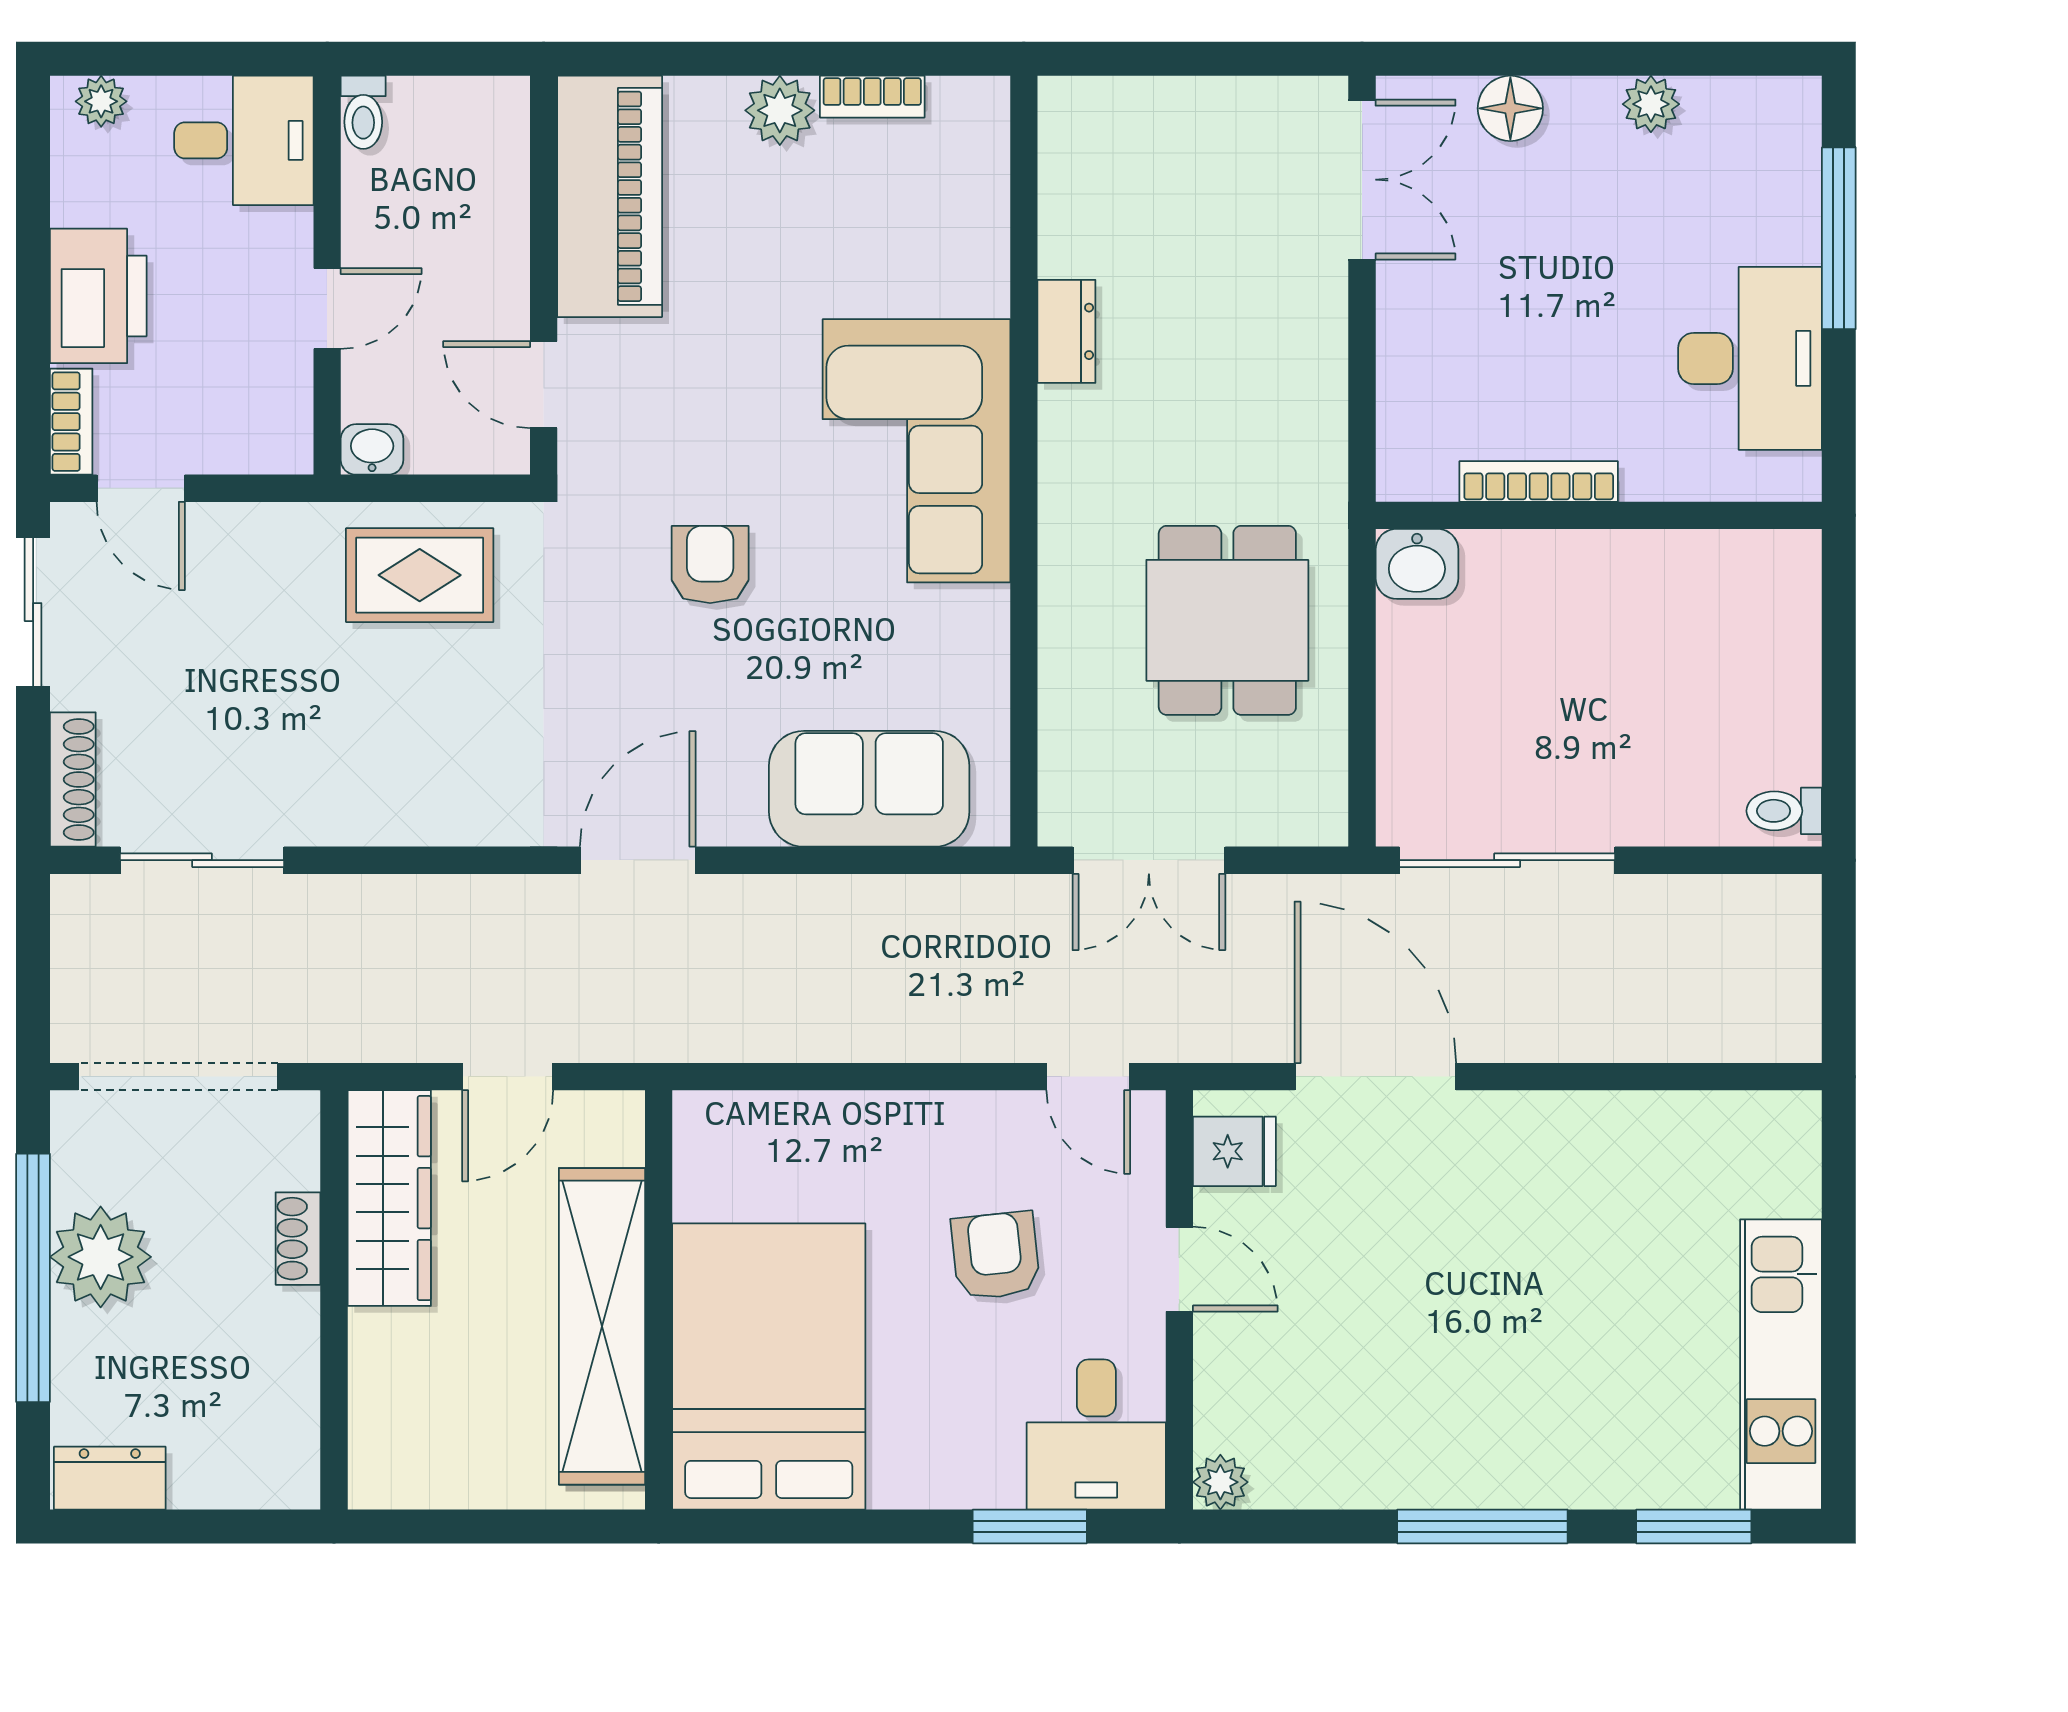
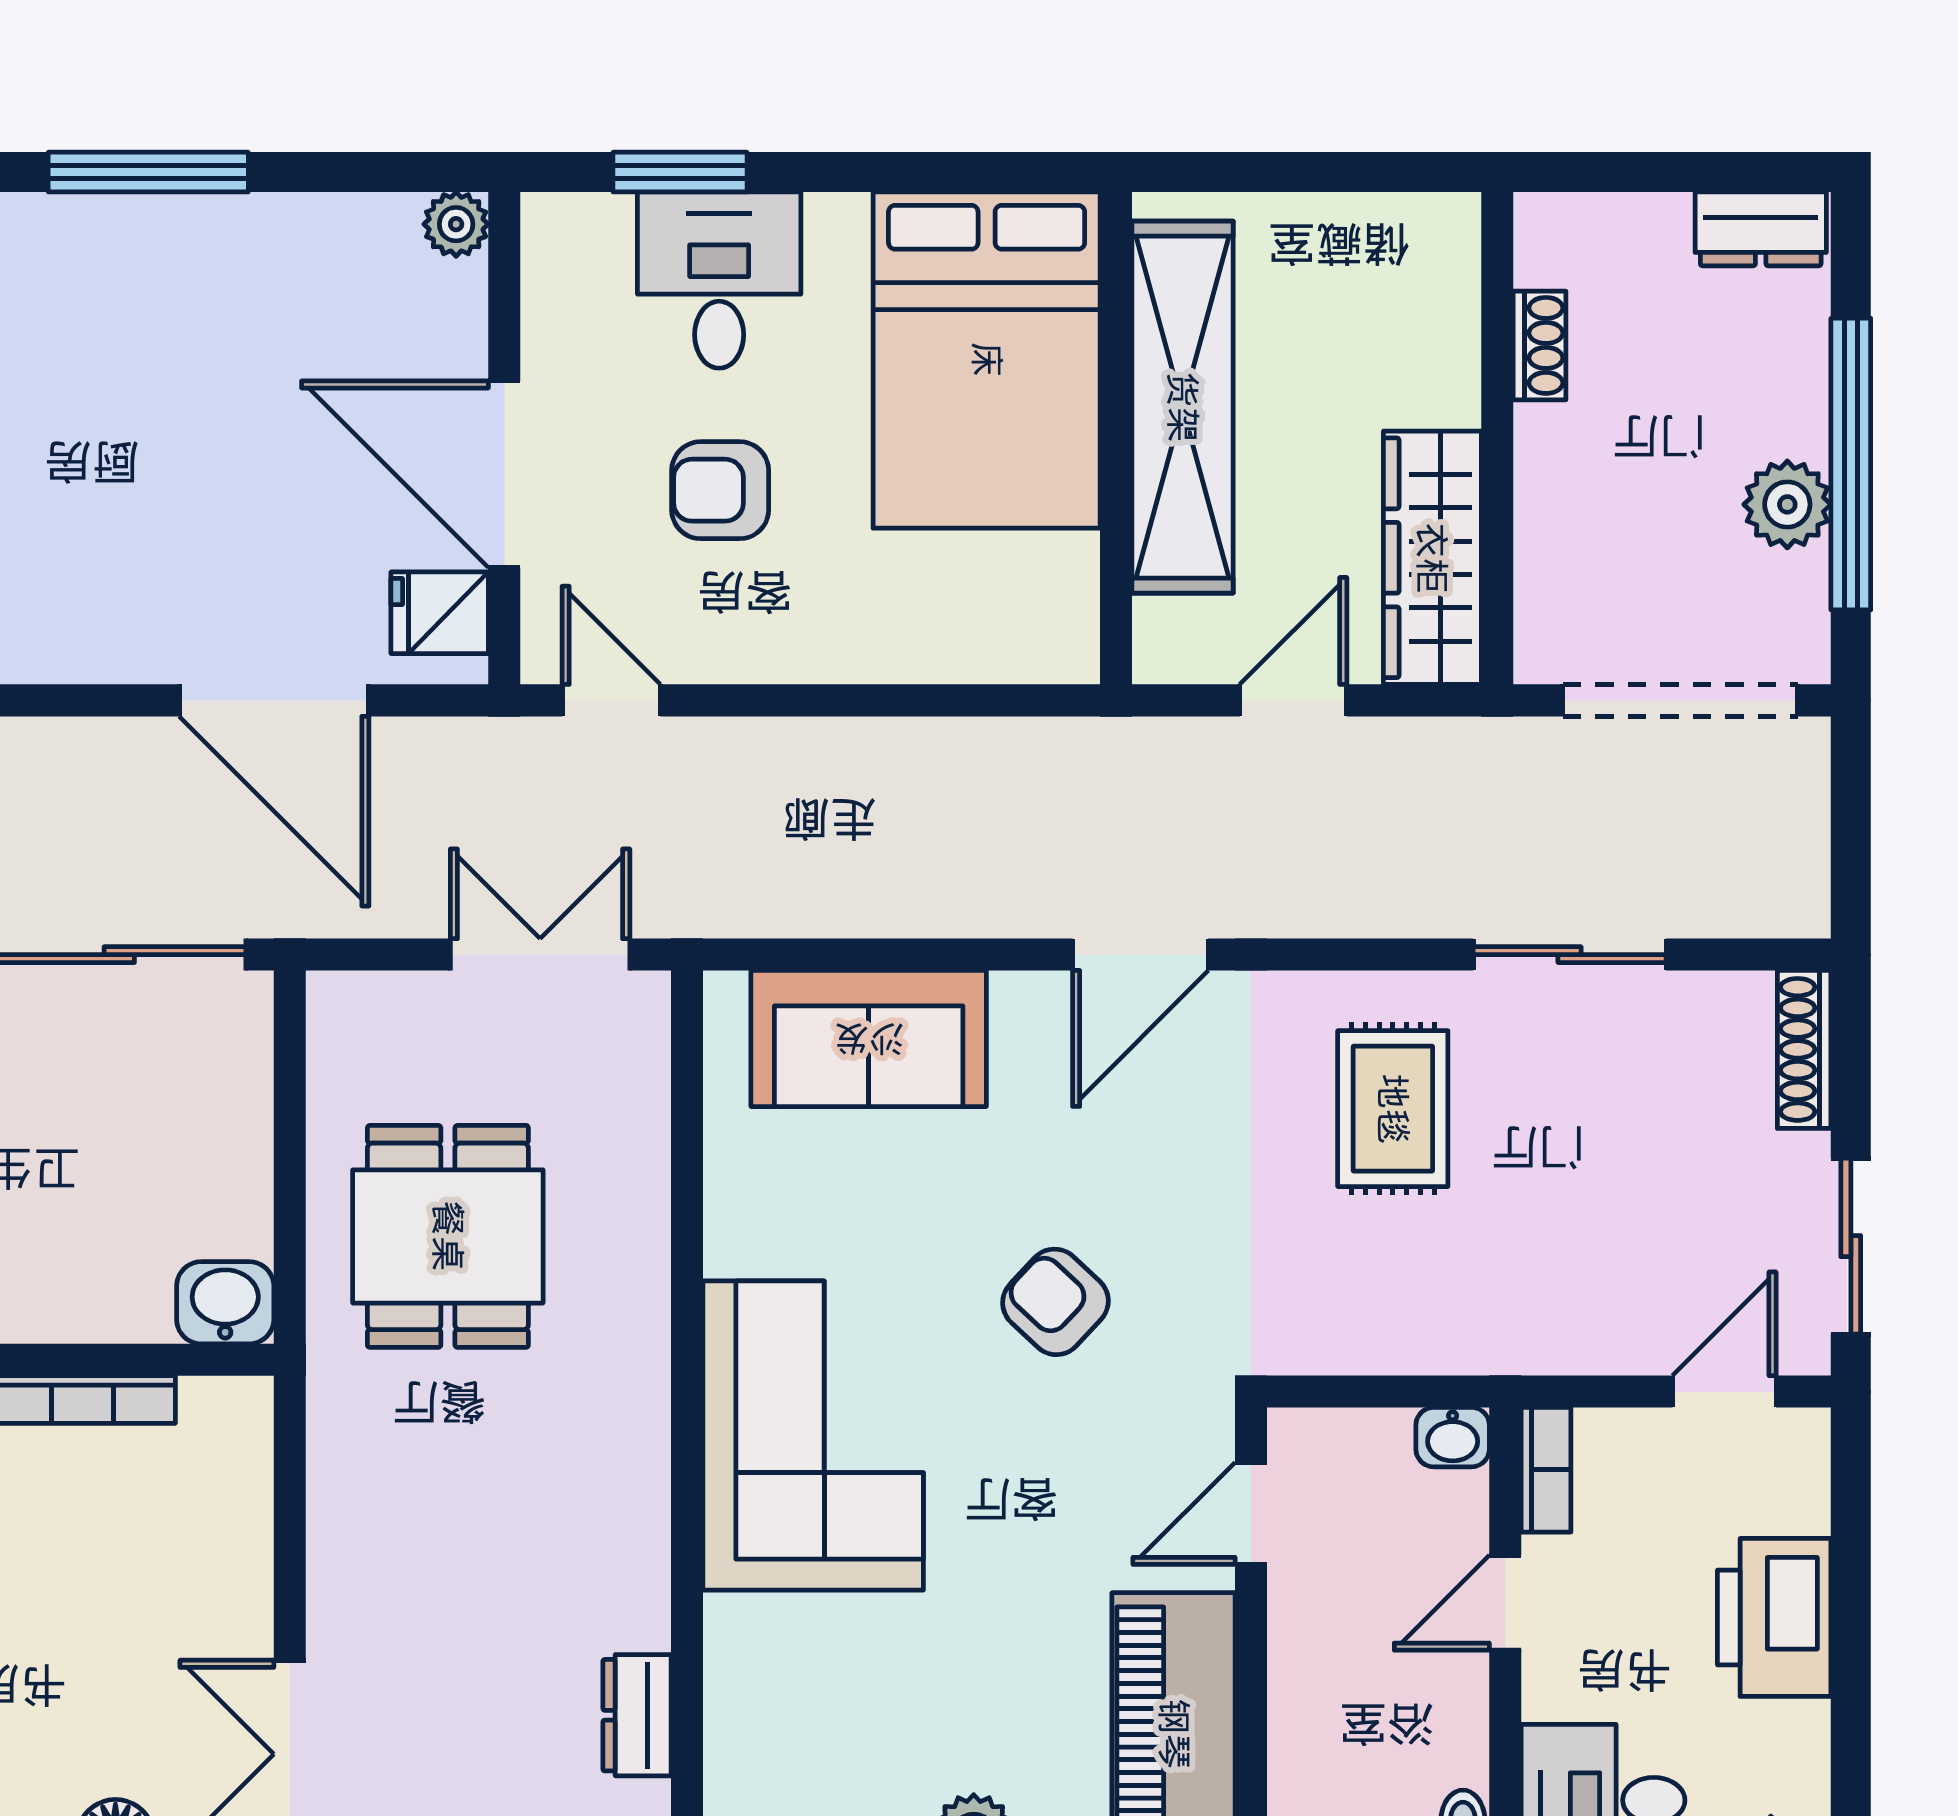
dresser: (1066, 331) -> (637, 1715), moved
door: (544, 385) -> (1251, 1513), swing flipped
bookcase: (71, 422) -> (1546, 1470), moved, turned 180
door: (141, 488) -> (1724, 1392), hinge flipped
armchair: (710, 565) -> (1055, 1302), turned 133
rug: (420, 575) -> (1393, 1109), moved, turned 90
sliding door: (202, 860) -> (1570, 955), moved
shoe rack: (298, 1239) -> (1540, 345), moved
armchair: (996, 1256) -> (720, 490), turned 96
plant: (101, 1257) -> (1787, 504), width x0.73, depth x0.73
door: (1179, 1269) -> (504, 474), width x1.88
desk: (1096, 1434) -> (719, 280), moved

